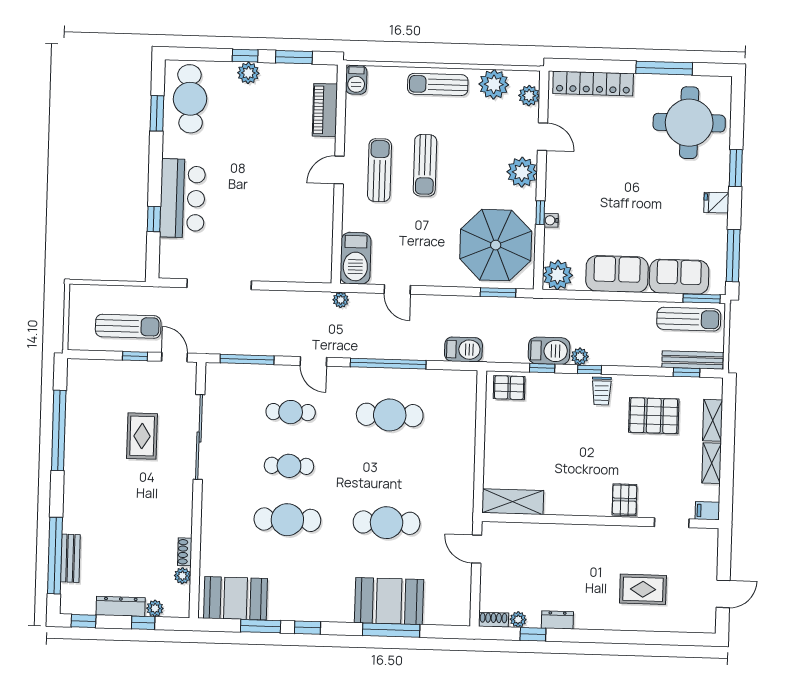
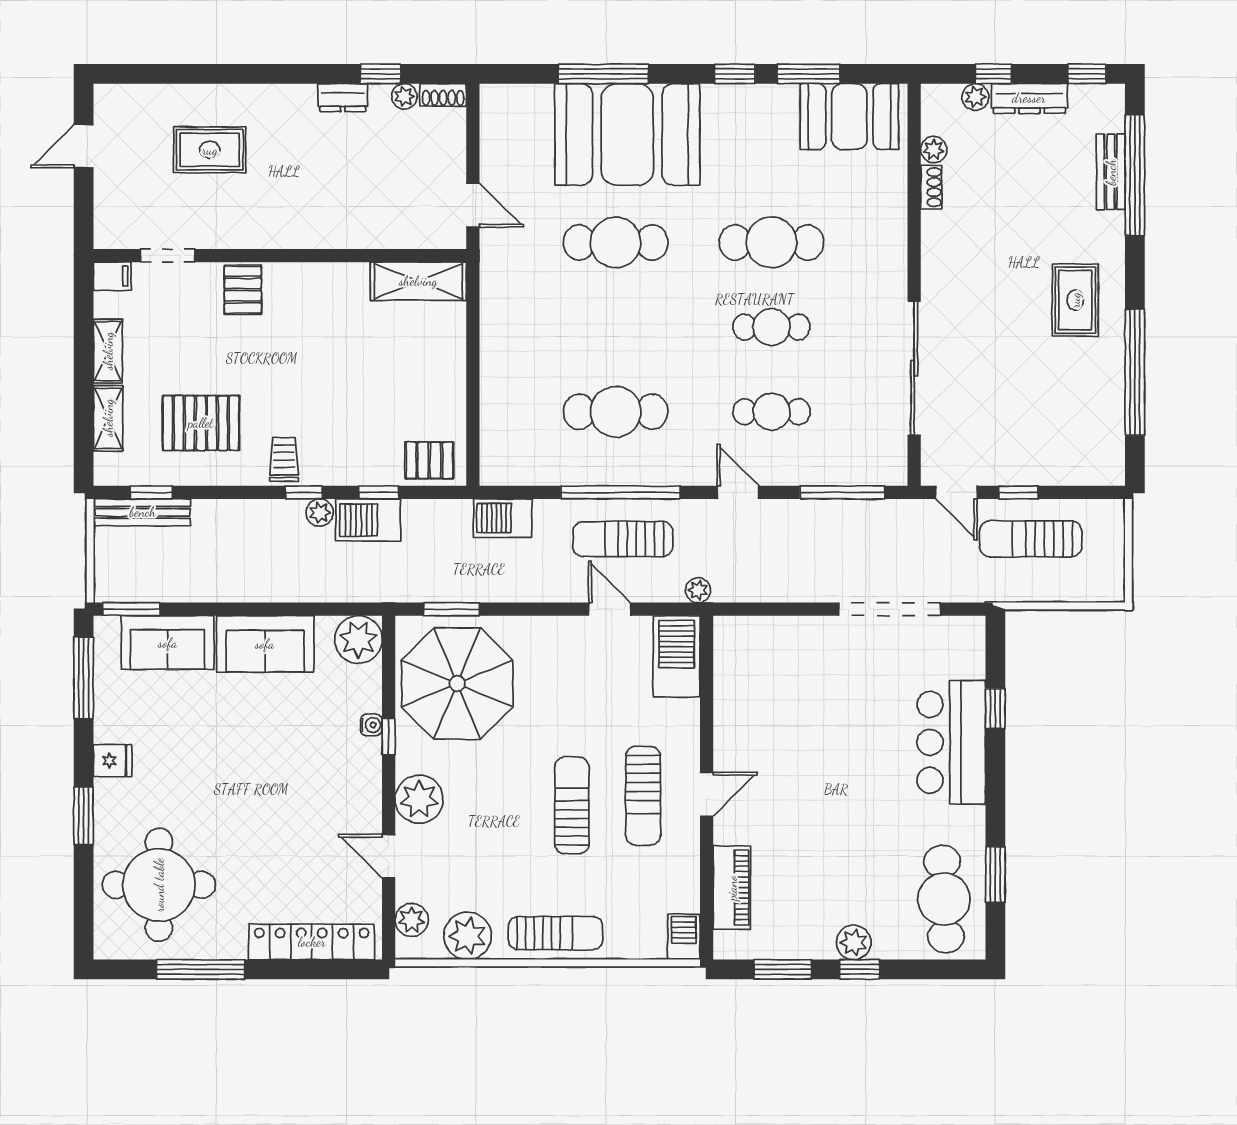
sun lounger: (689, 319) -> (623, 539), moved
rug: (142, 436) -> (1075, 300), moved
booth: (389, 601) -> (627, 134), width x1.36, depth x1.42

